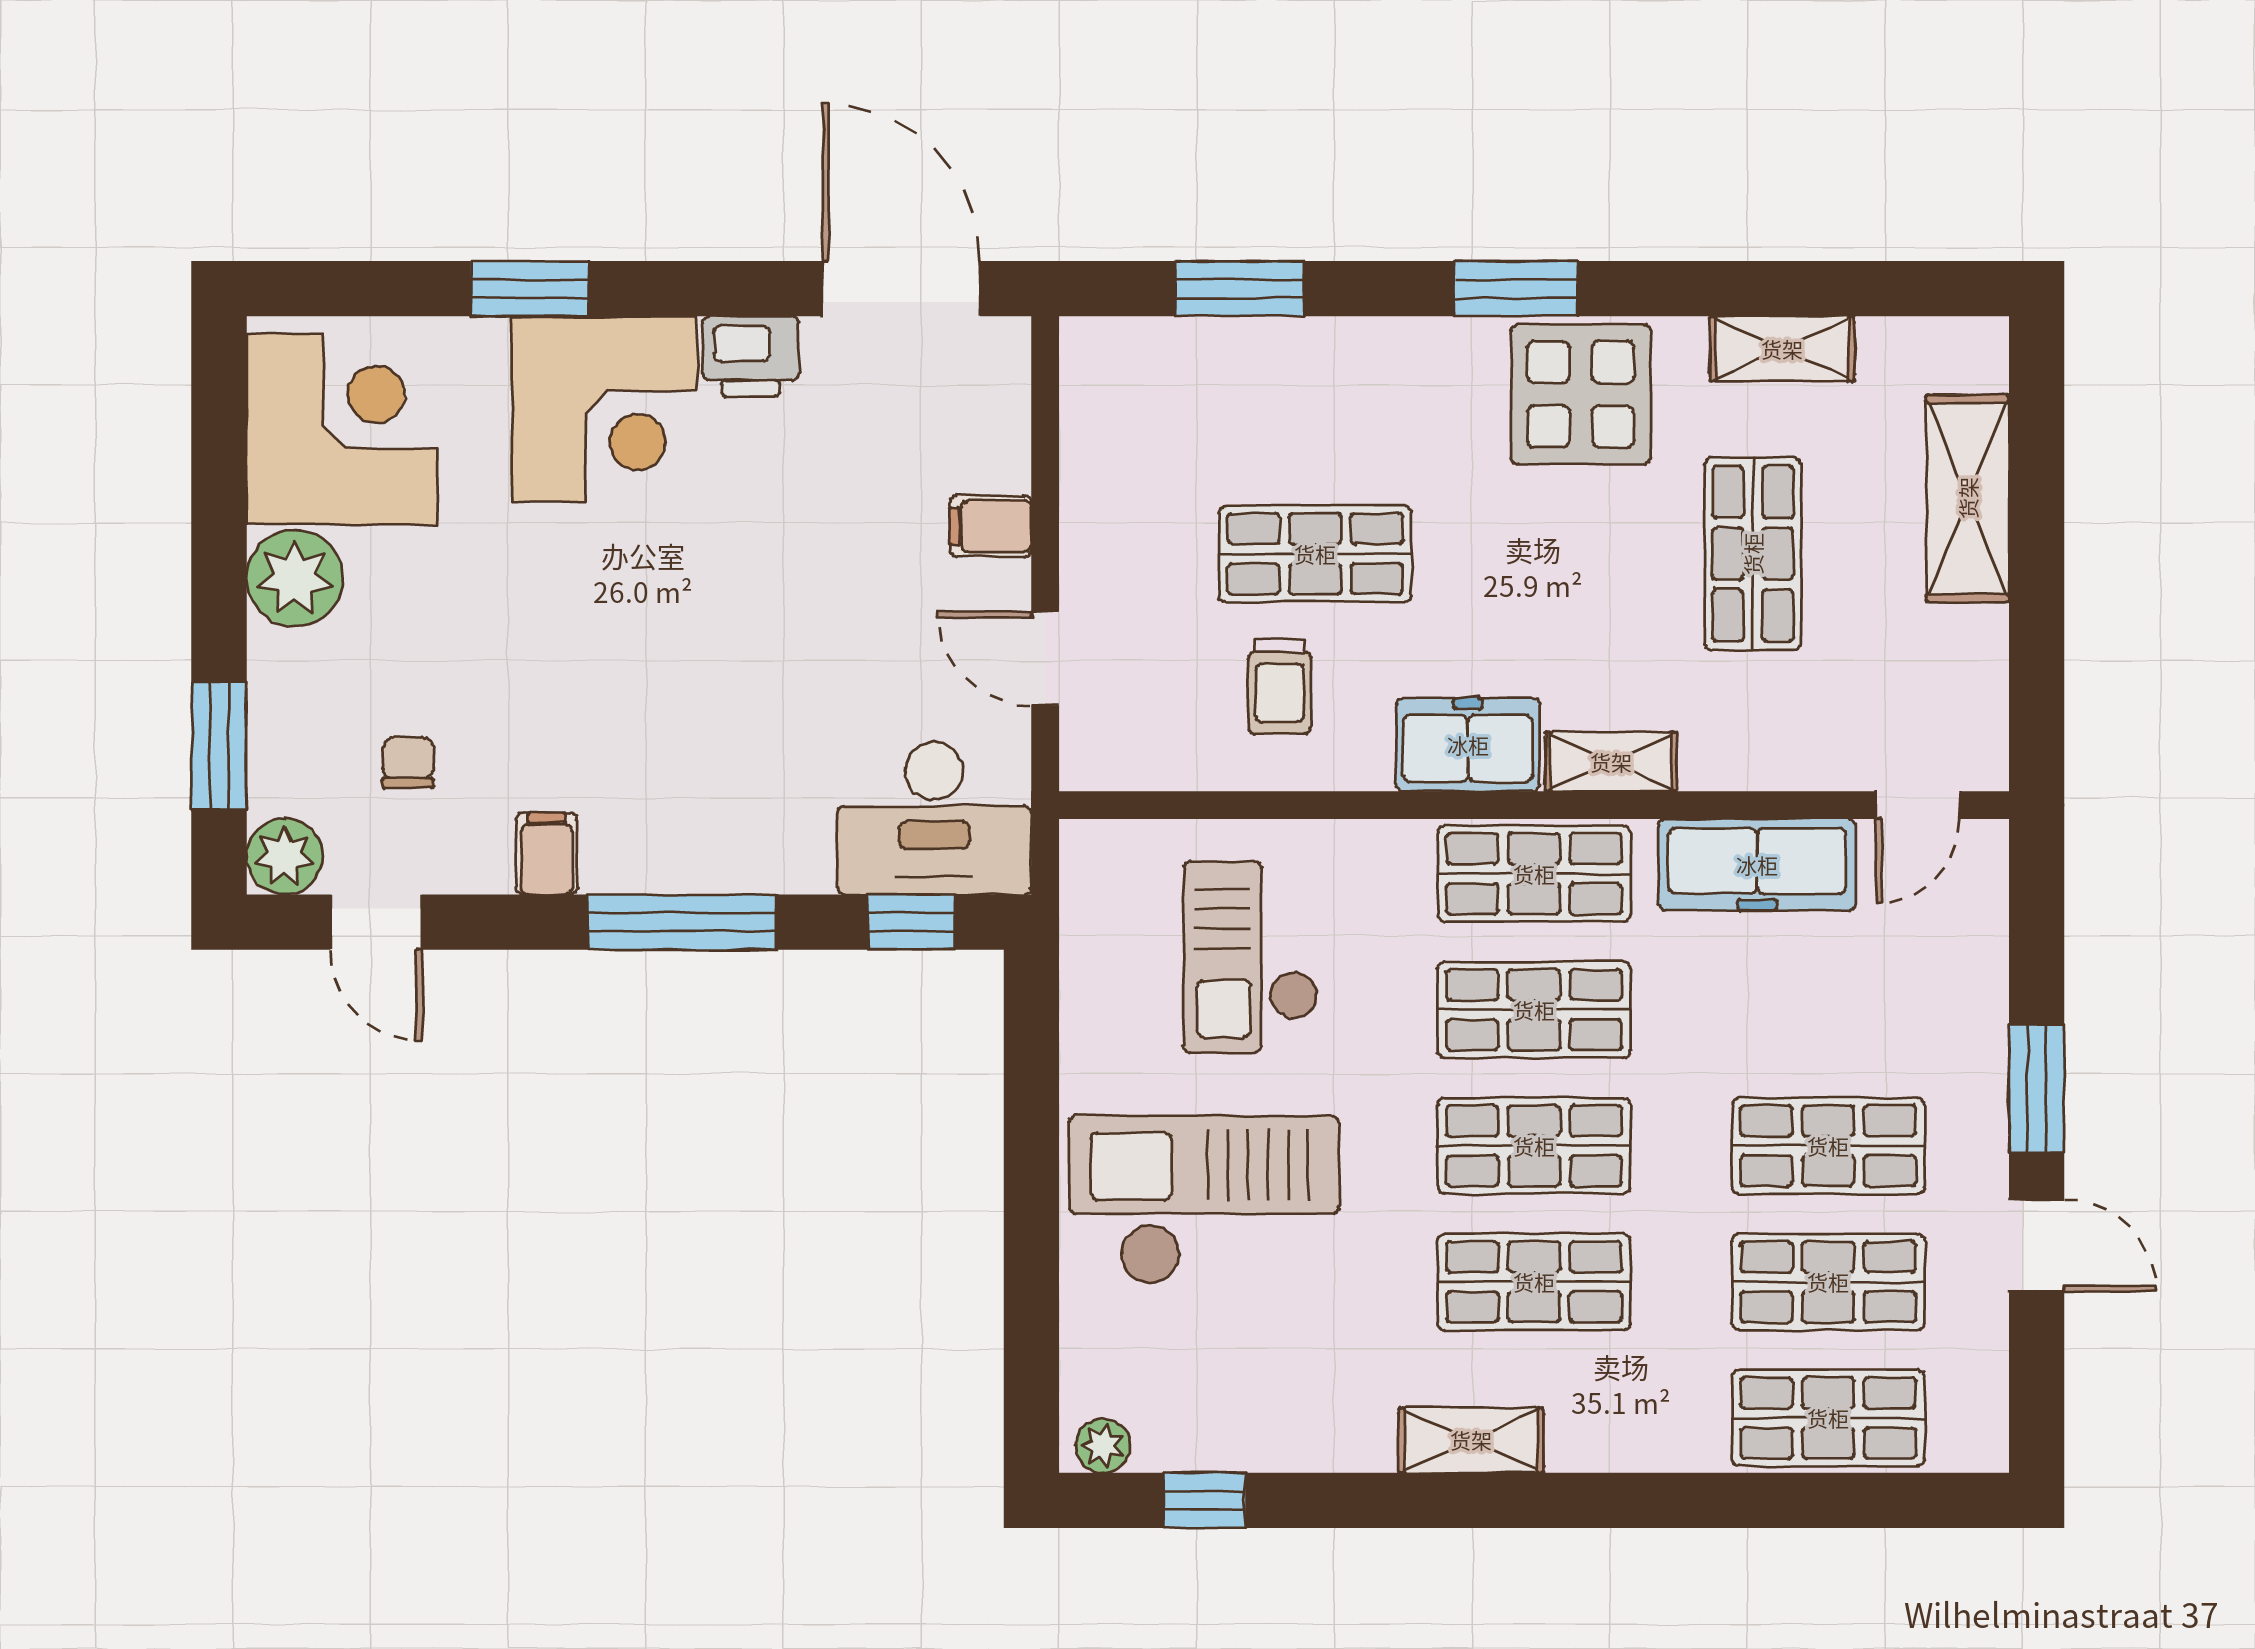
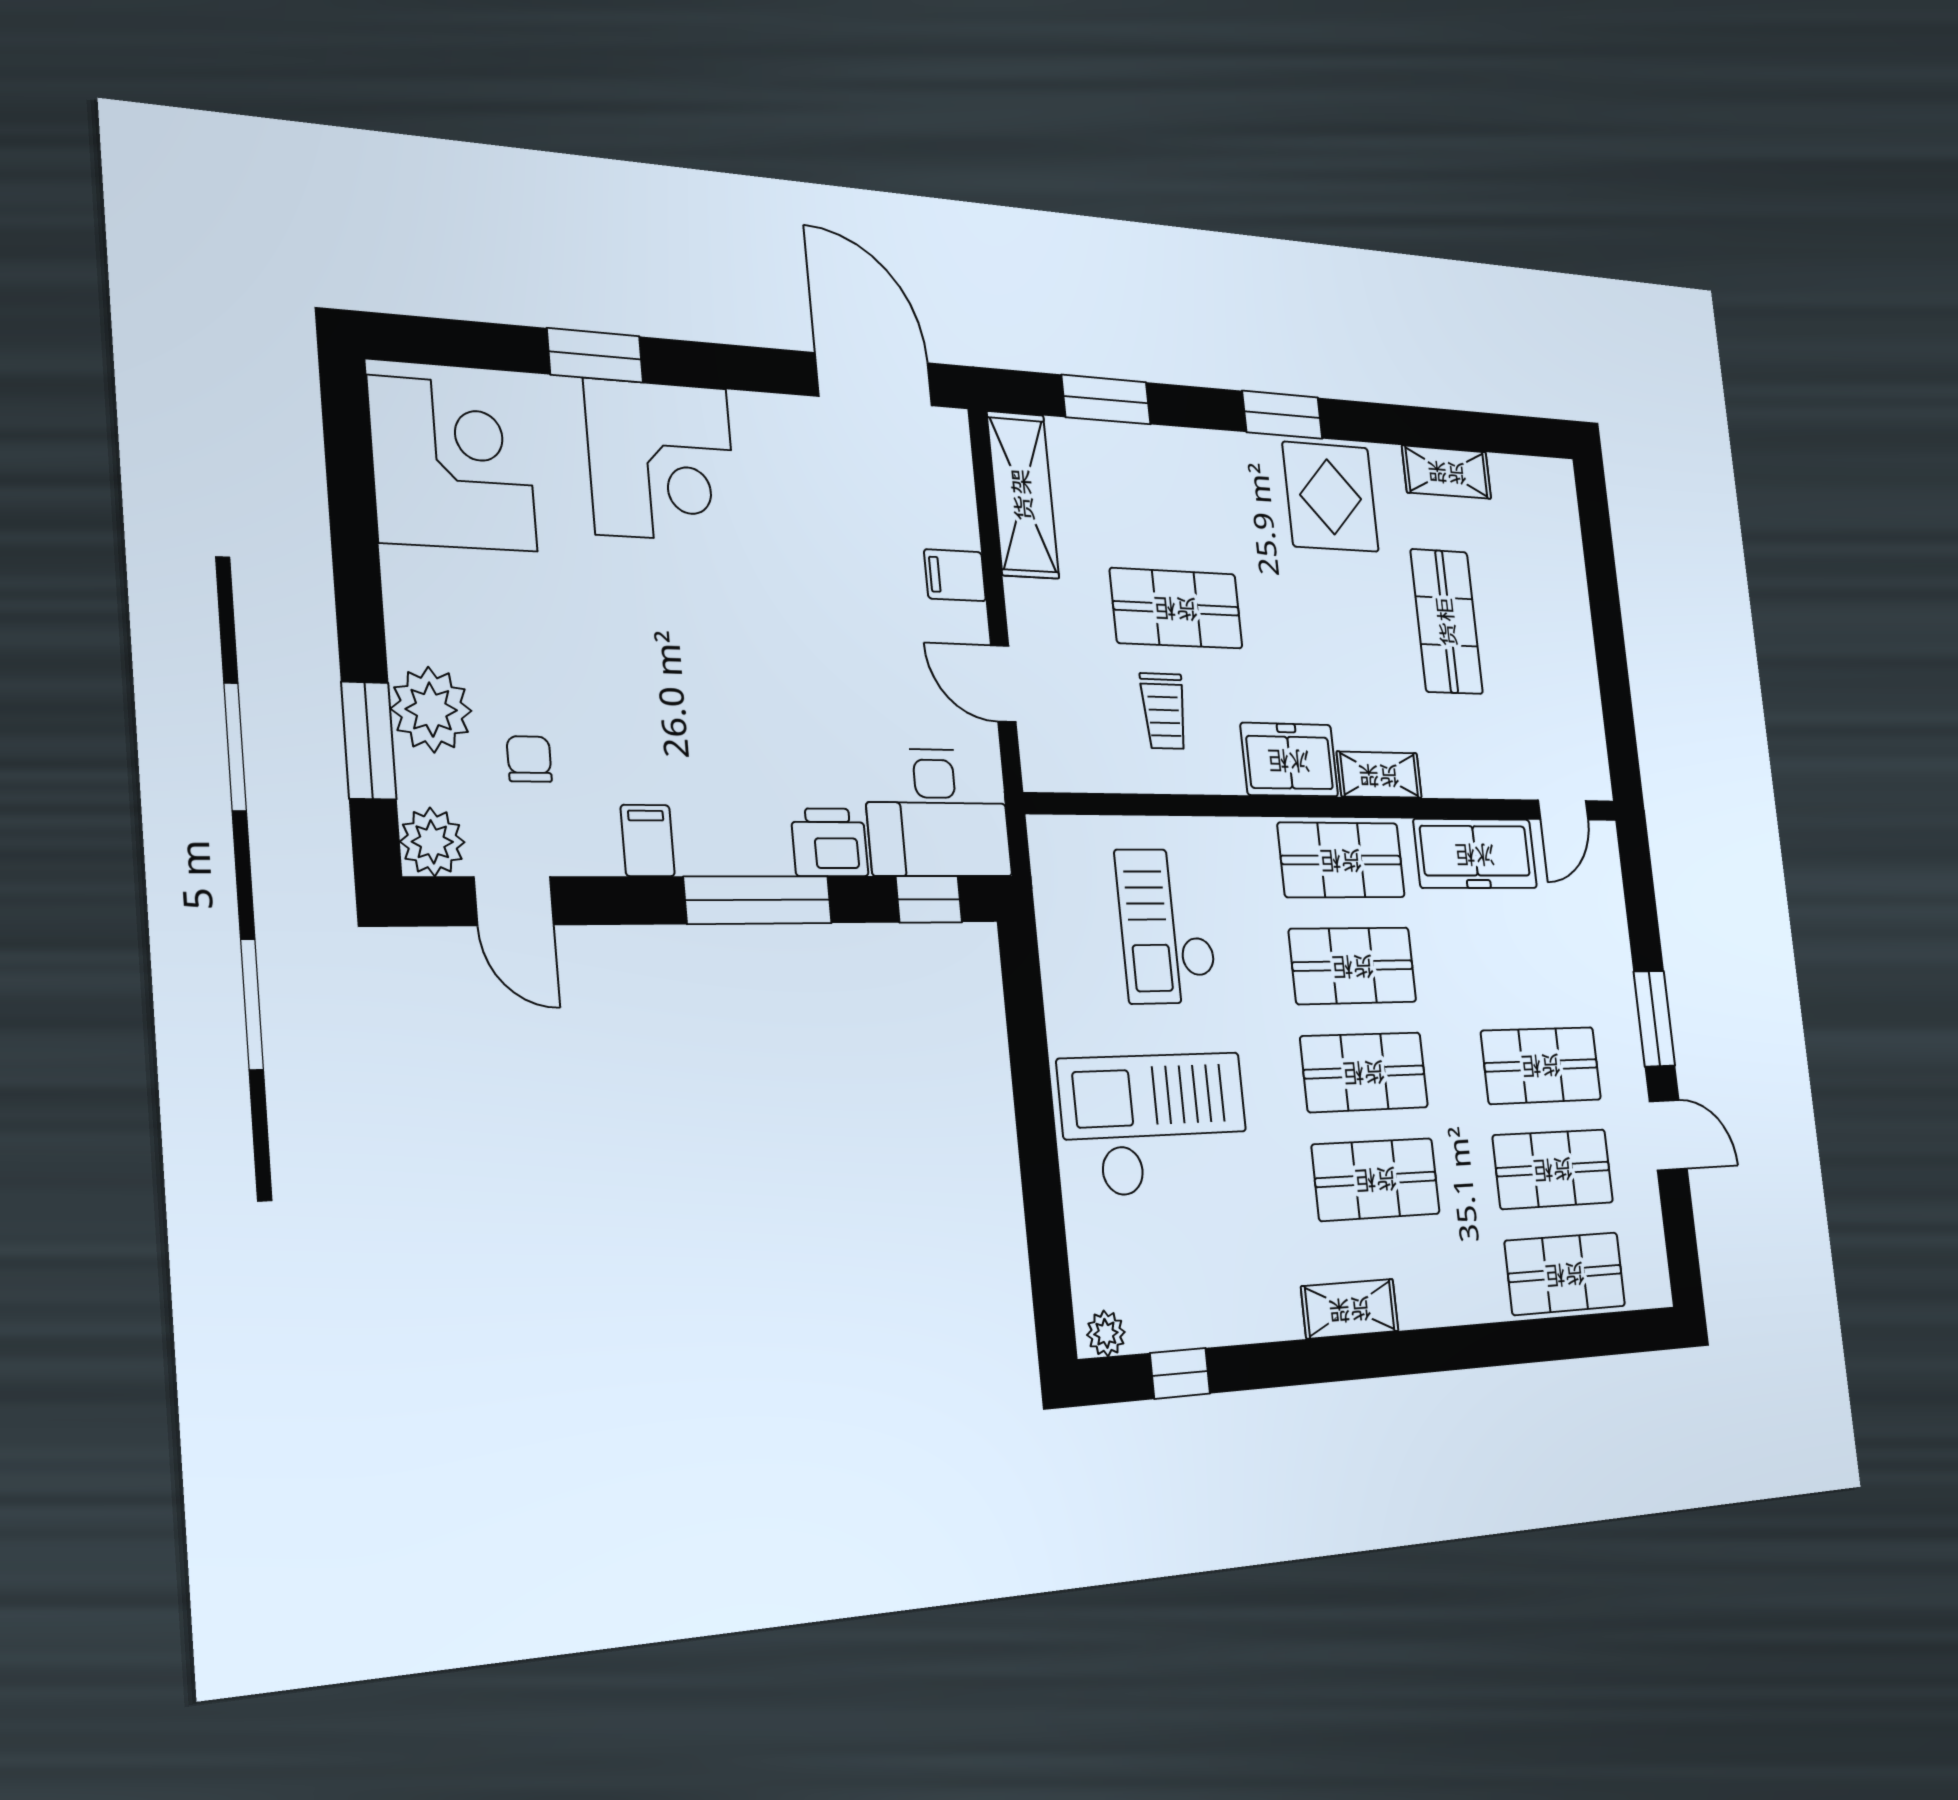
printer: (751, 356) -> (830, 842), moved, turned 180
shelving: (1968, 498) -> (1023, 495), moved
plant: (295, 578) -> (431, 710), moved

